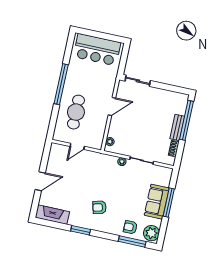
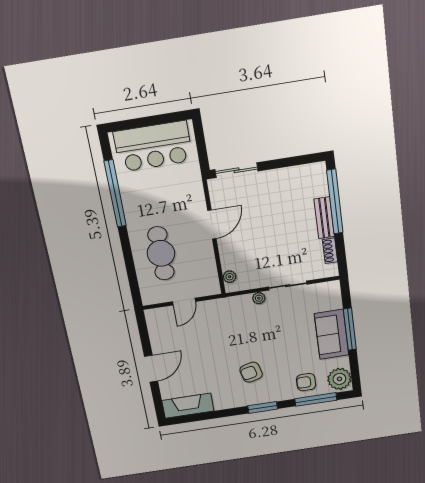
window: (61, 84) -> (115, 194), moved
window: (81, 230) -> (263, 407), moved

